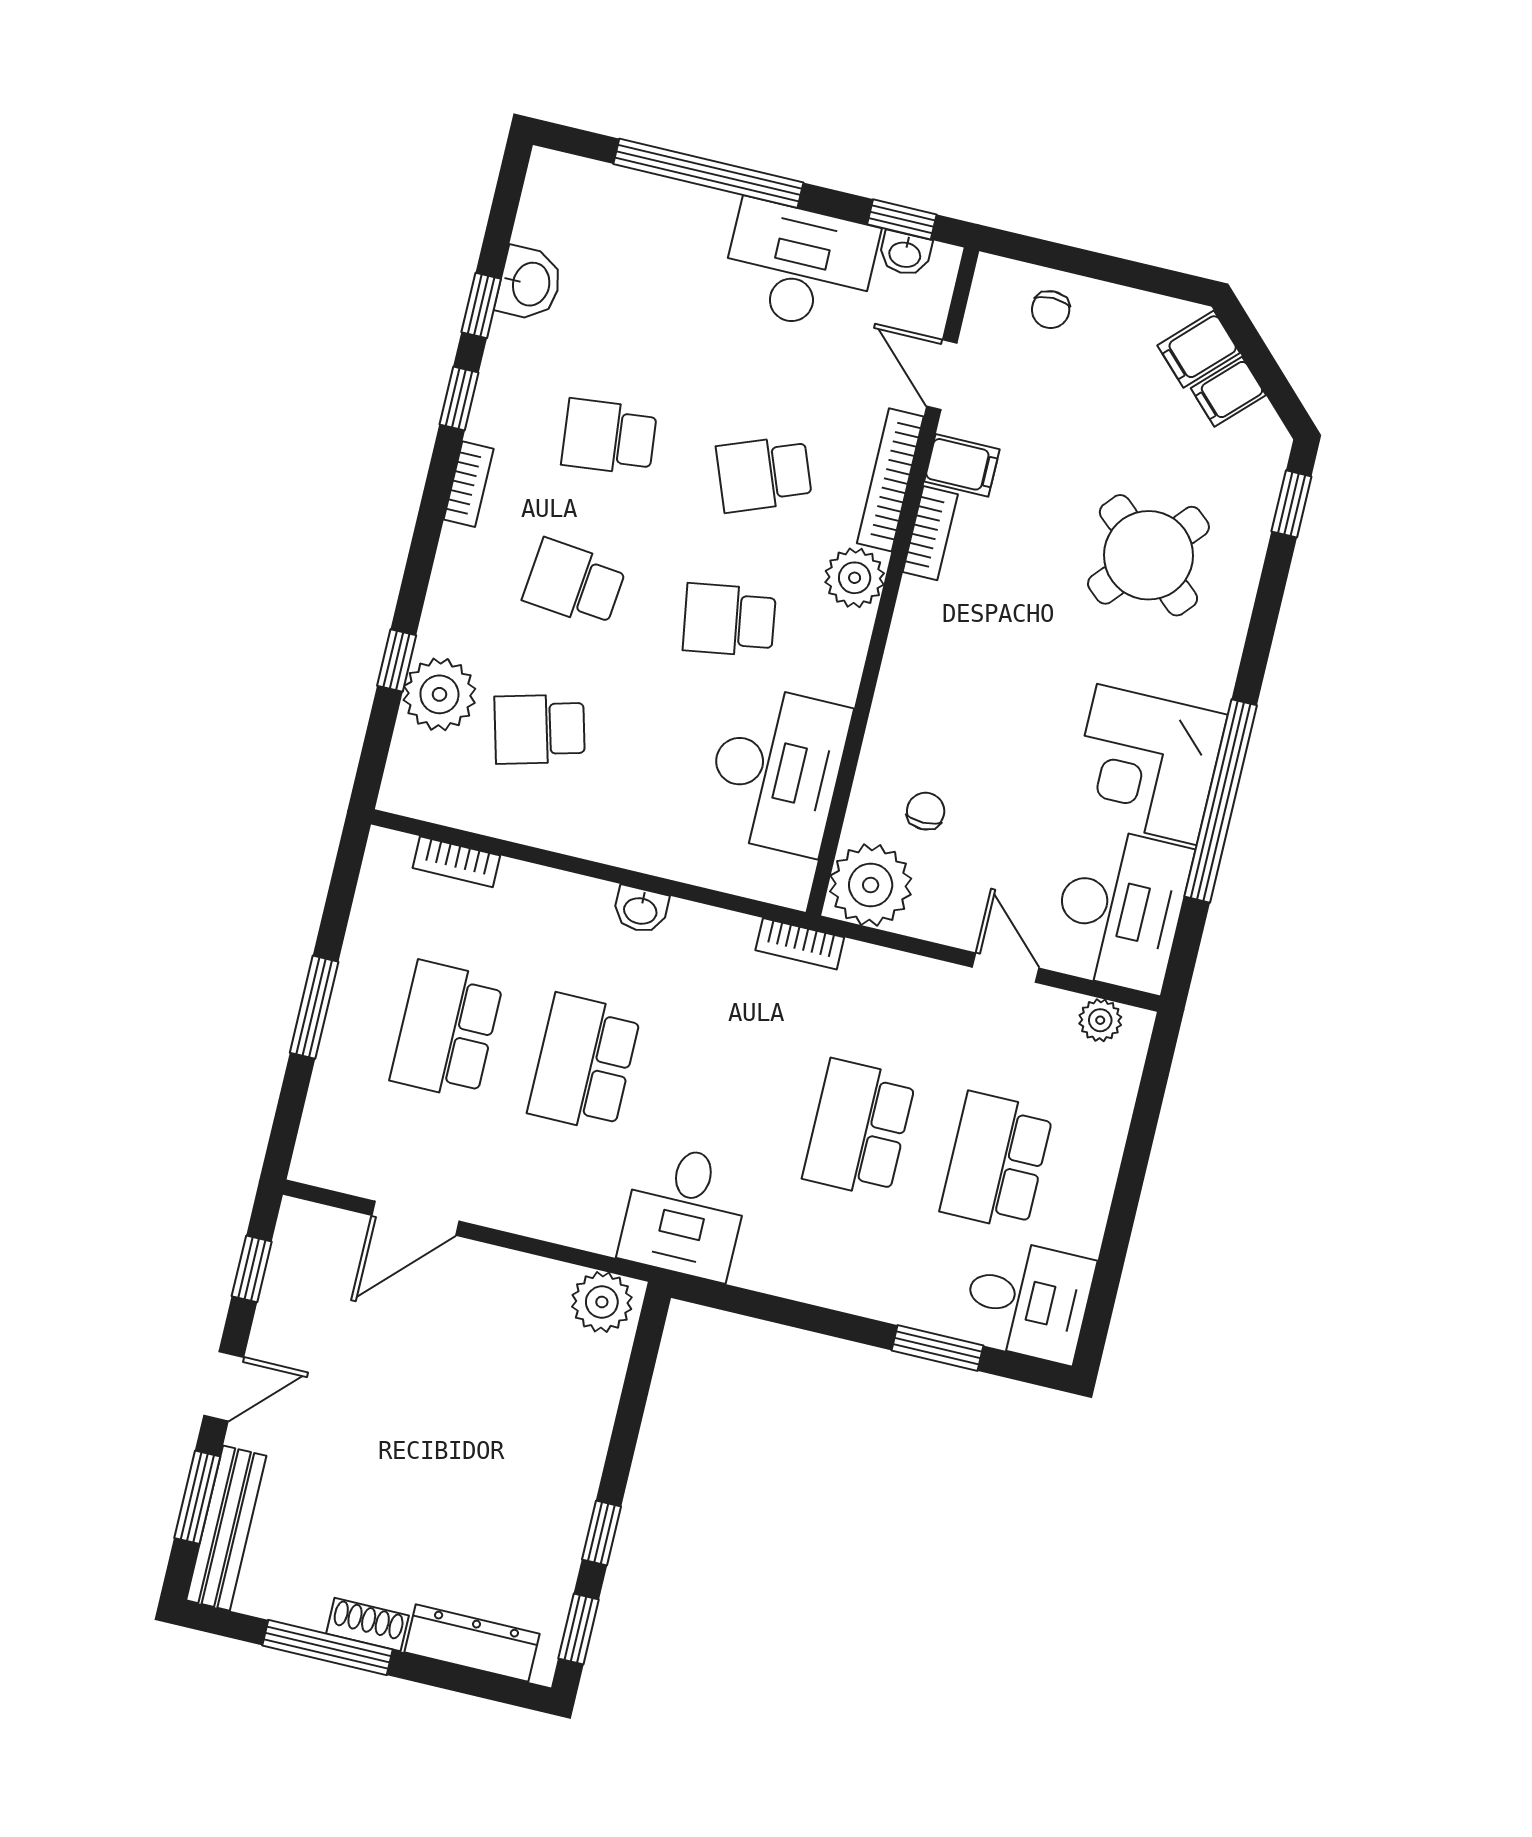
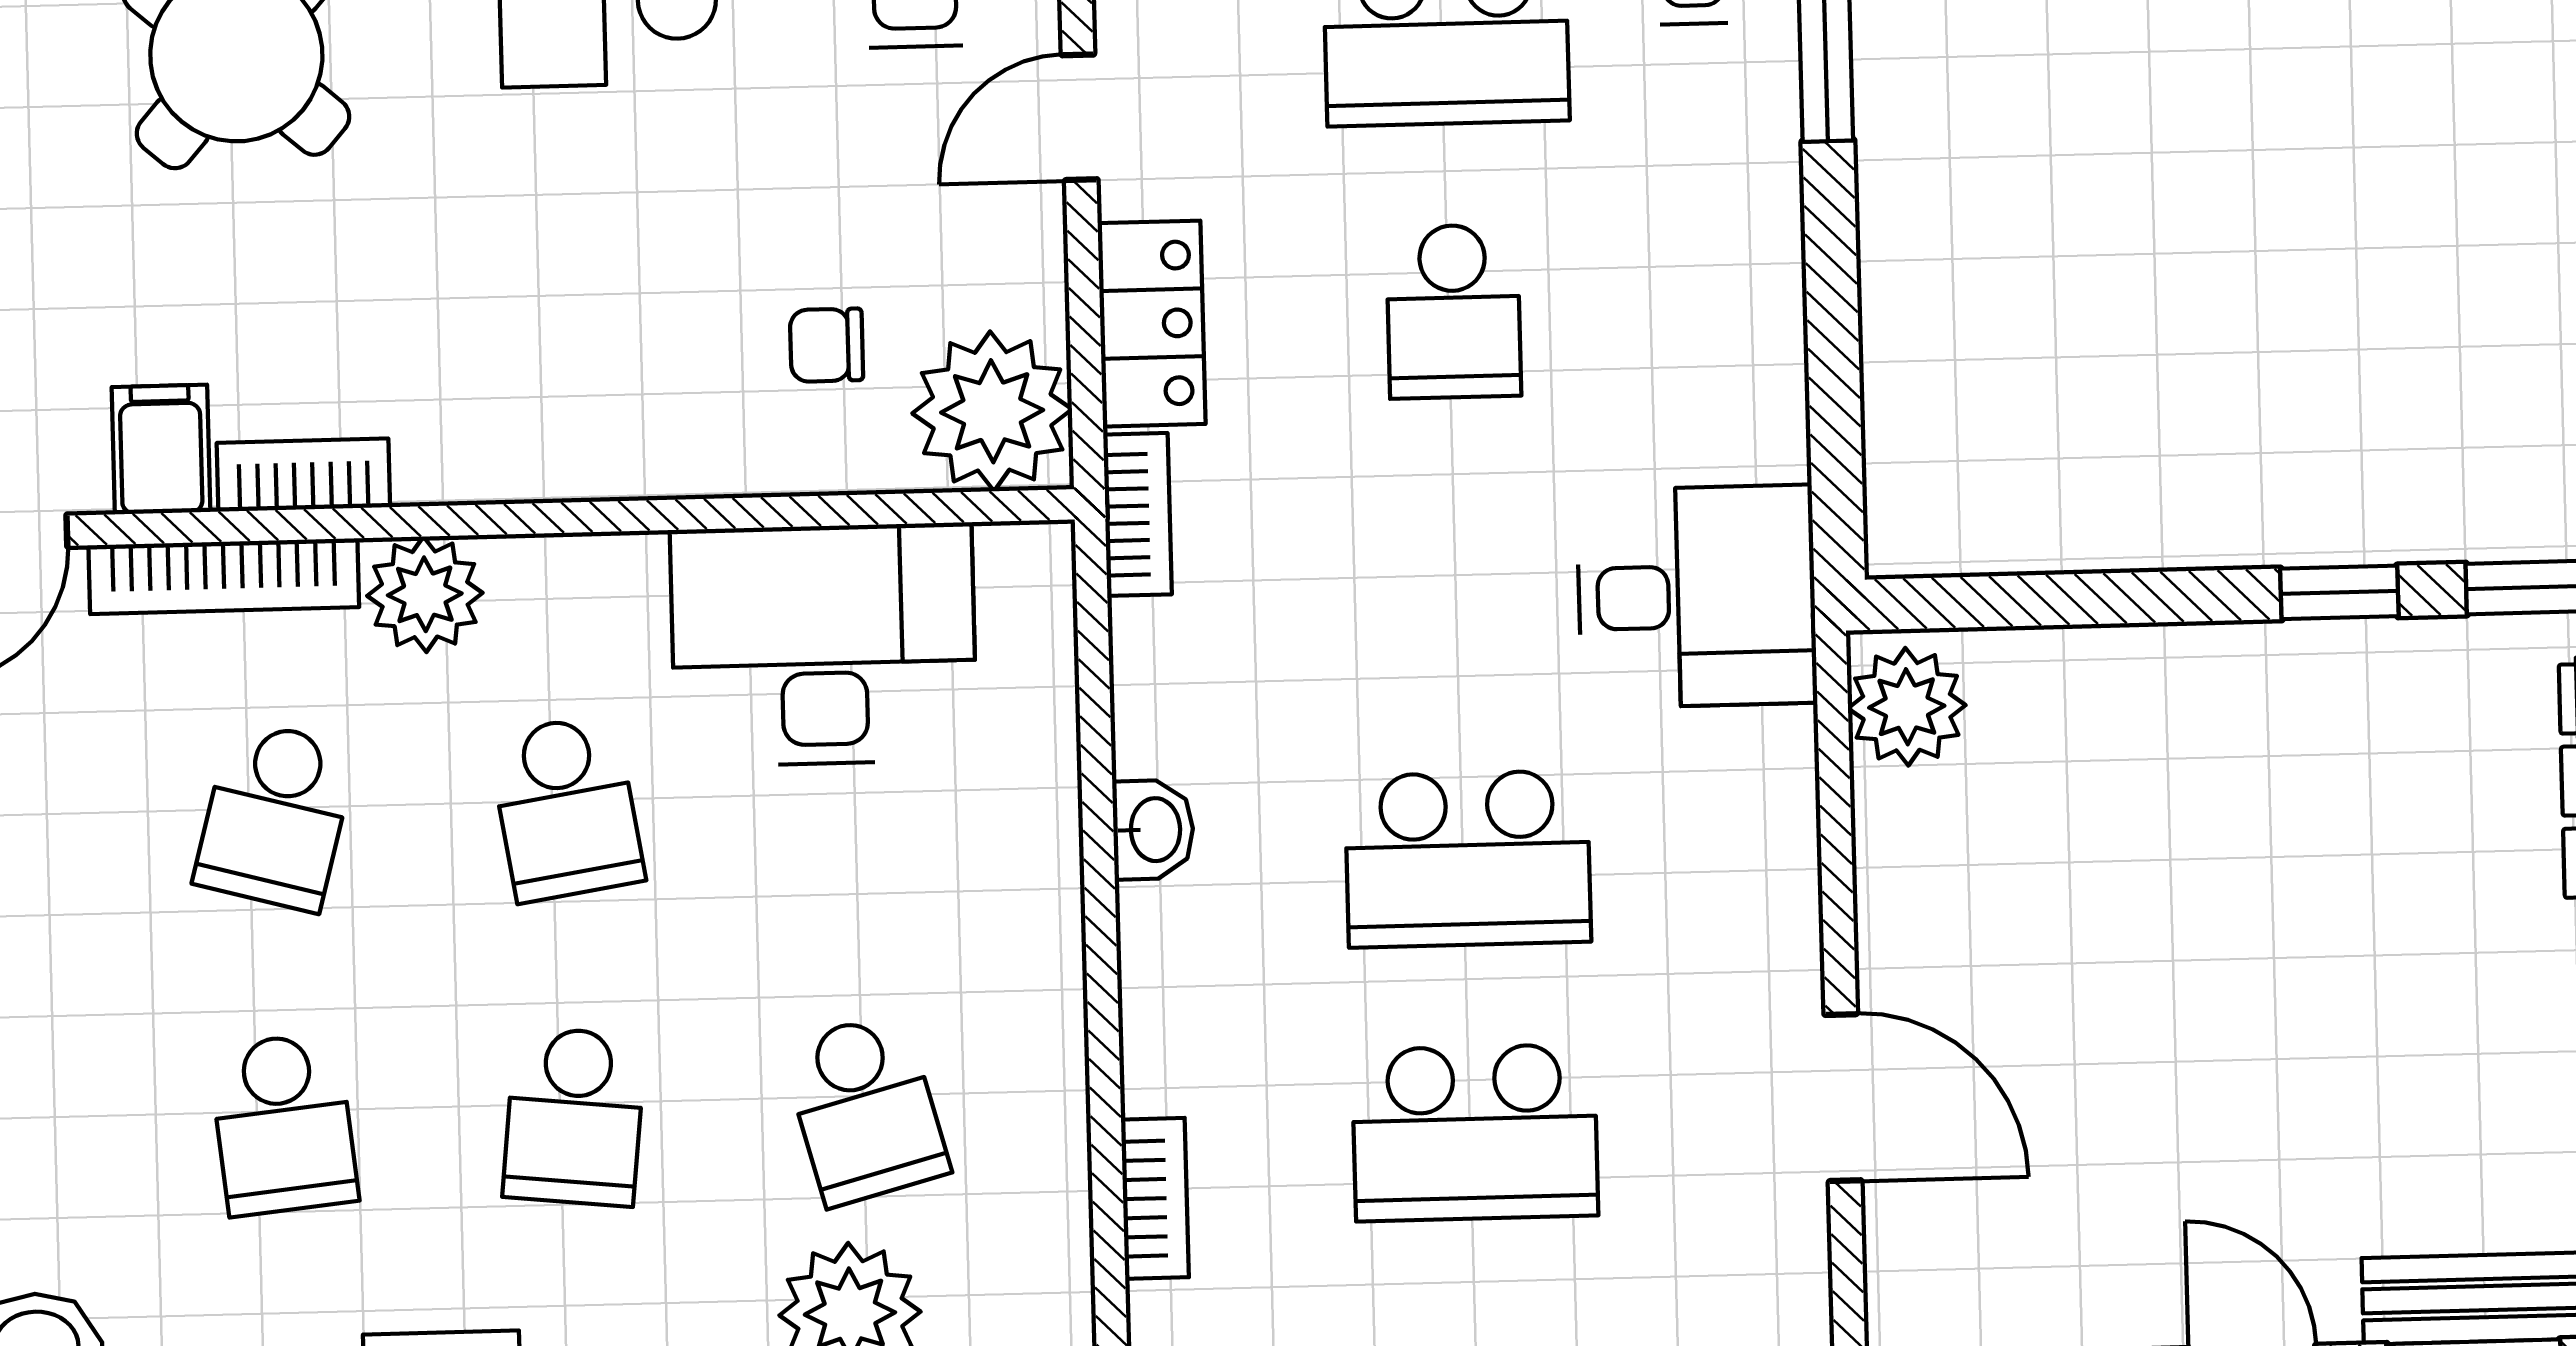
school desk: (764, 474) -> (275, 815), turned 36
locker: (893, 976) -> (1152, 324), added
school desk: (859, 1128) -> (1454, 311), width x0.54

